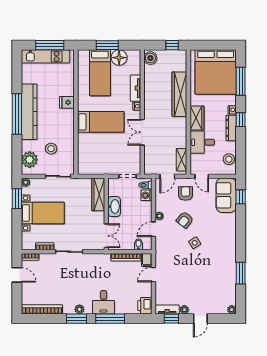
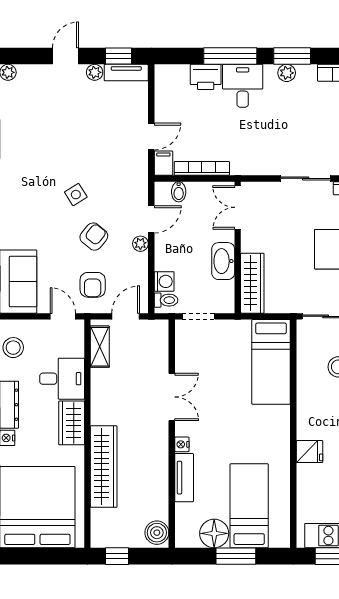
bed: (101, 122) -> (271, 362), moved, turned -90
printer: (145, 306) -> (206, 77), moved, turned 90

